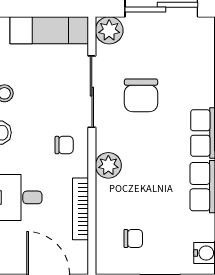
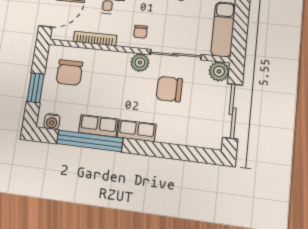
plant: (108, 165) -> (140, 63), moved
chair: (133, 239) -> (69, 73), width x1.87, depth x1.87

